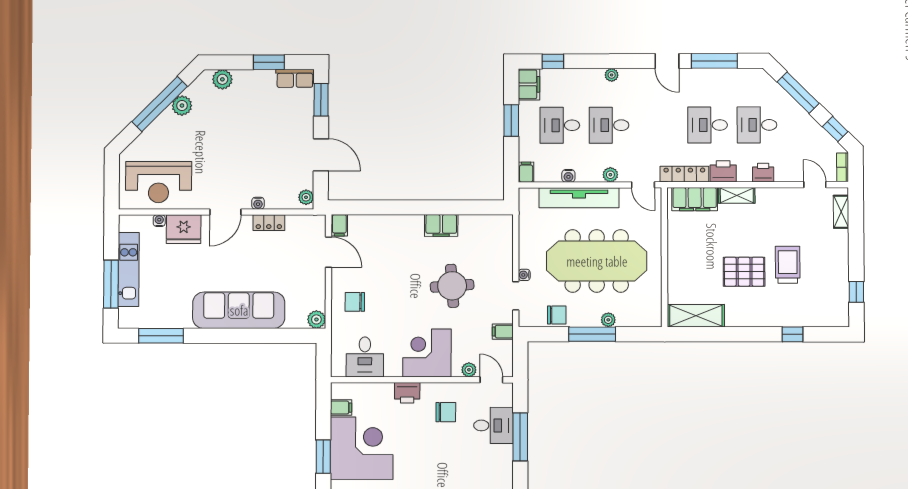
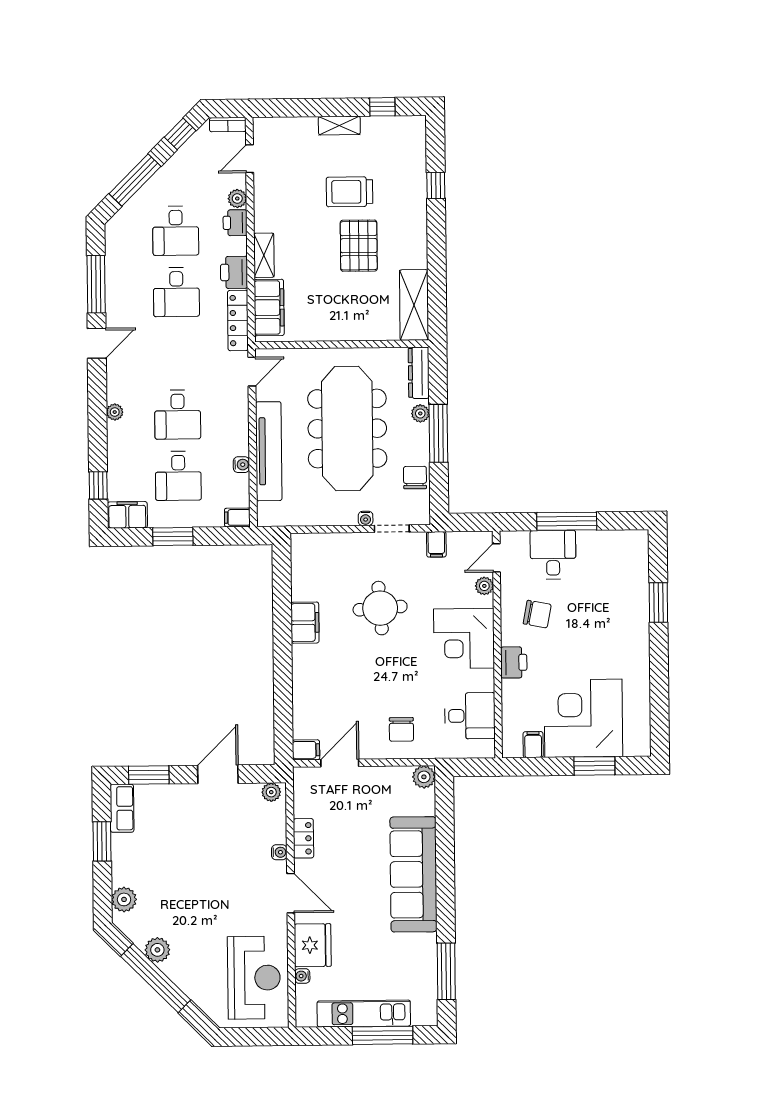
plant: (610, 175) -> (237, 199), moved
shelving: (841, 212) -> (339, 126), moved
dresser: (641, 319) -> (419, 373), added
chair: (446, 412) -> (537, 614), turned 101

